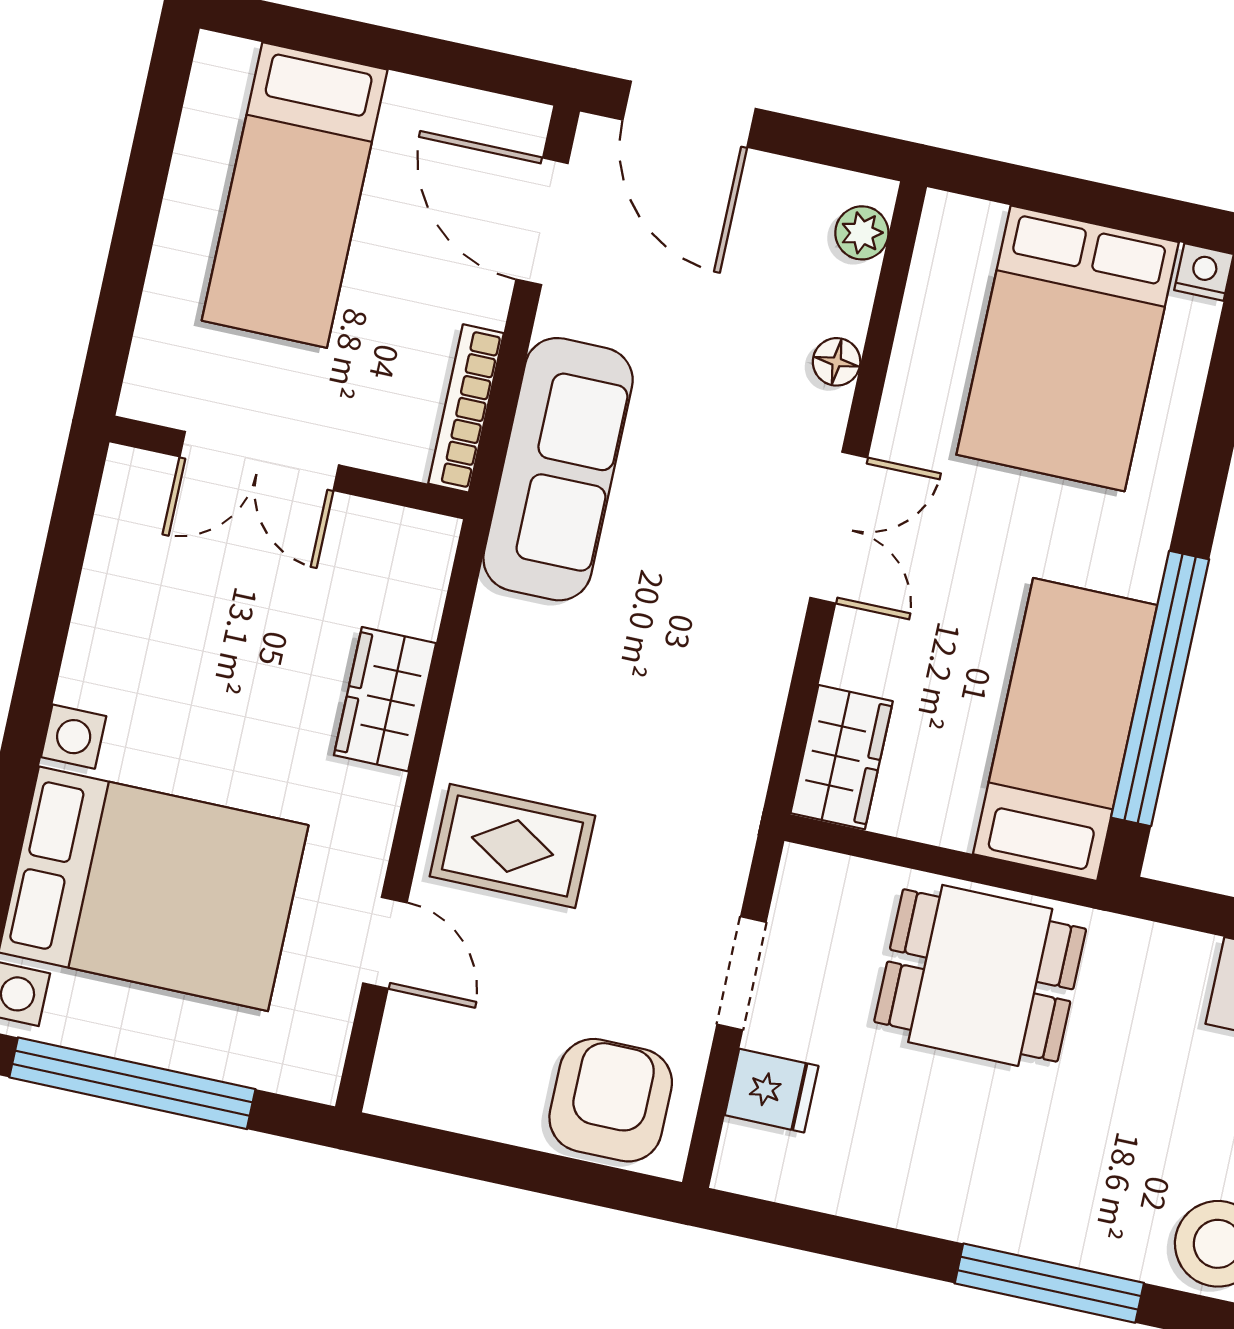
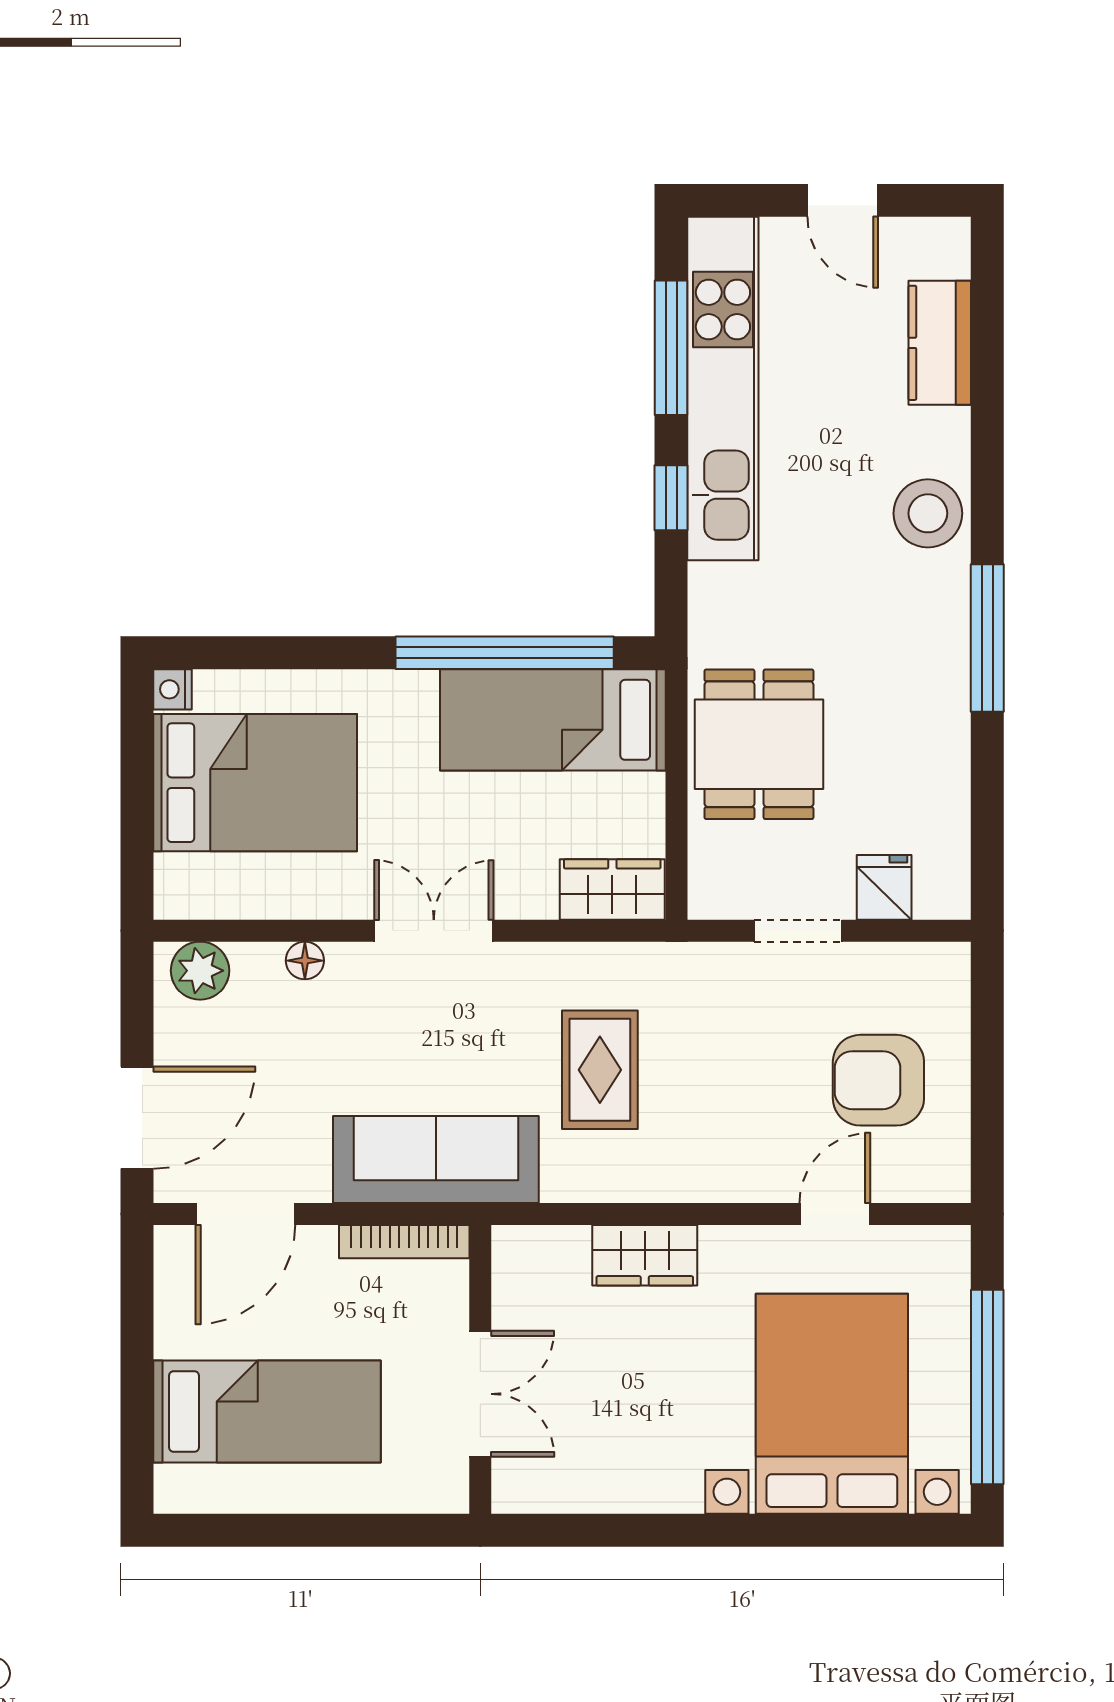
plant: (862, 233) -> (200, 971), width x1.38, depth x1.38
rug: (512, 846) -> (600, 1070), moved
armchair: (611, 1100) -> (878, 1080), moved

